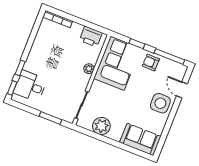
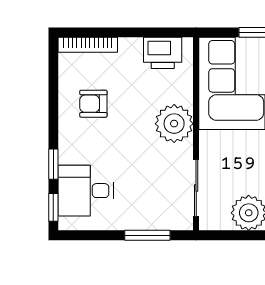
armchair: (50, 47) -> (93, 104), added
plant: (89, 69) -> (174, 124), width x1.87, depth x1.87

